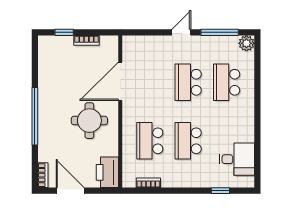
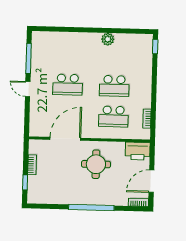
plant: (246, 43) -> (108, 39), moved
door: (120, 81) -> (65, 139), swing flipped
school desk: (227, 82) -> (68, 54), removed
desk: (237, 159) -> (130, 48), removed
window: (220, 191) -> (155, 47), moved

